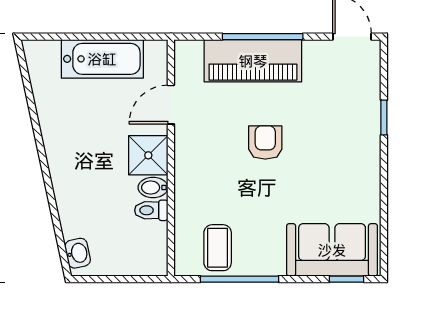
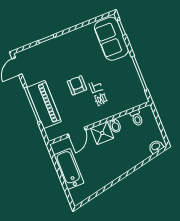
door: (171, 105) -> (77, 132), hinge flipped
armchair: (265, 143) -> (77, 85), turned 90
toilet: (151, 210) -> (137, 118), moved
coffee table: (218, 248) -> (130, 88), removed

